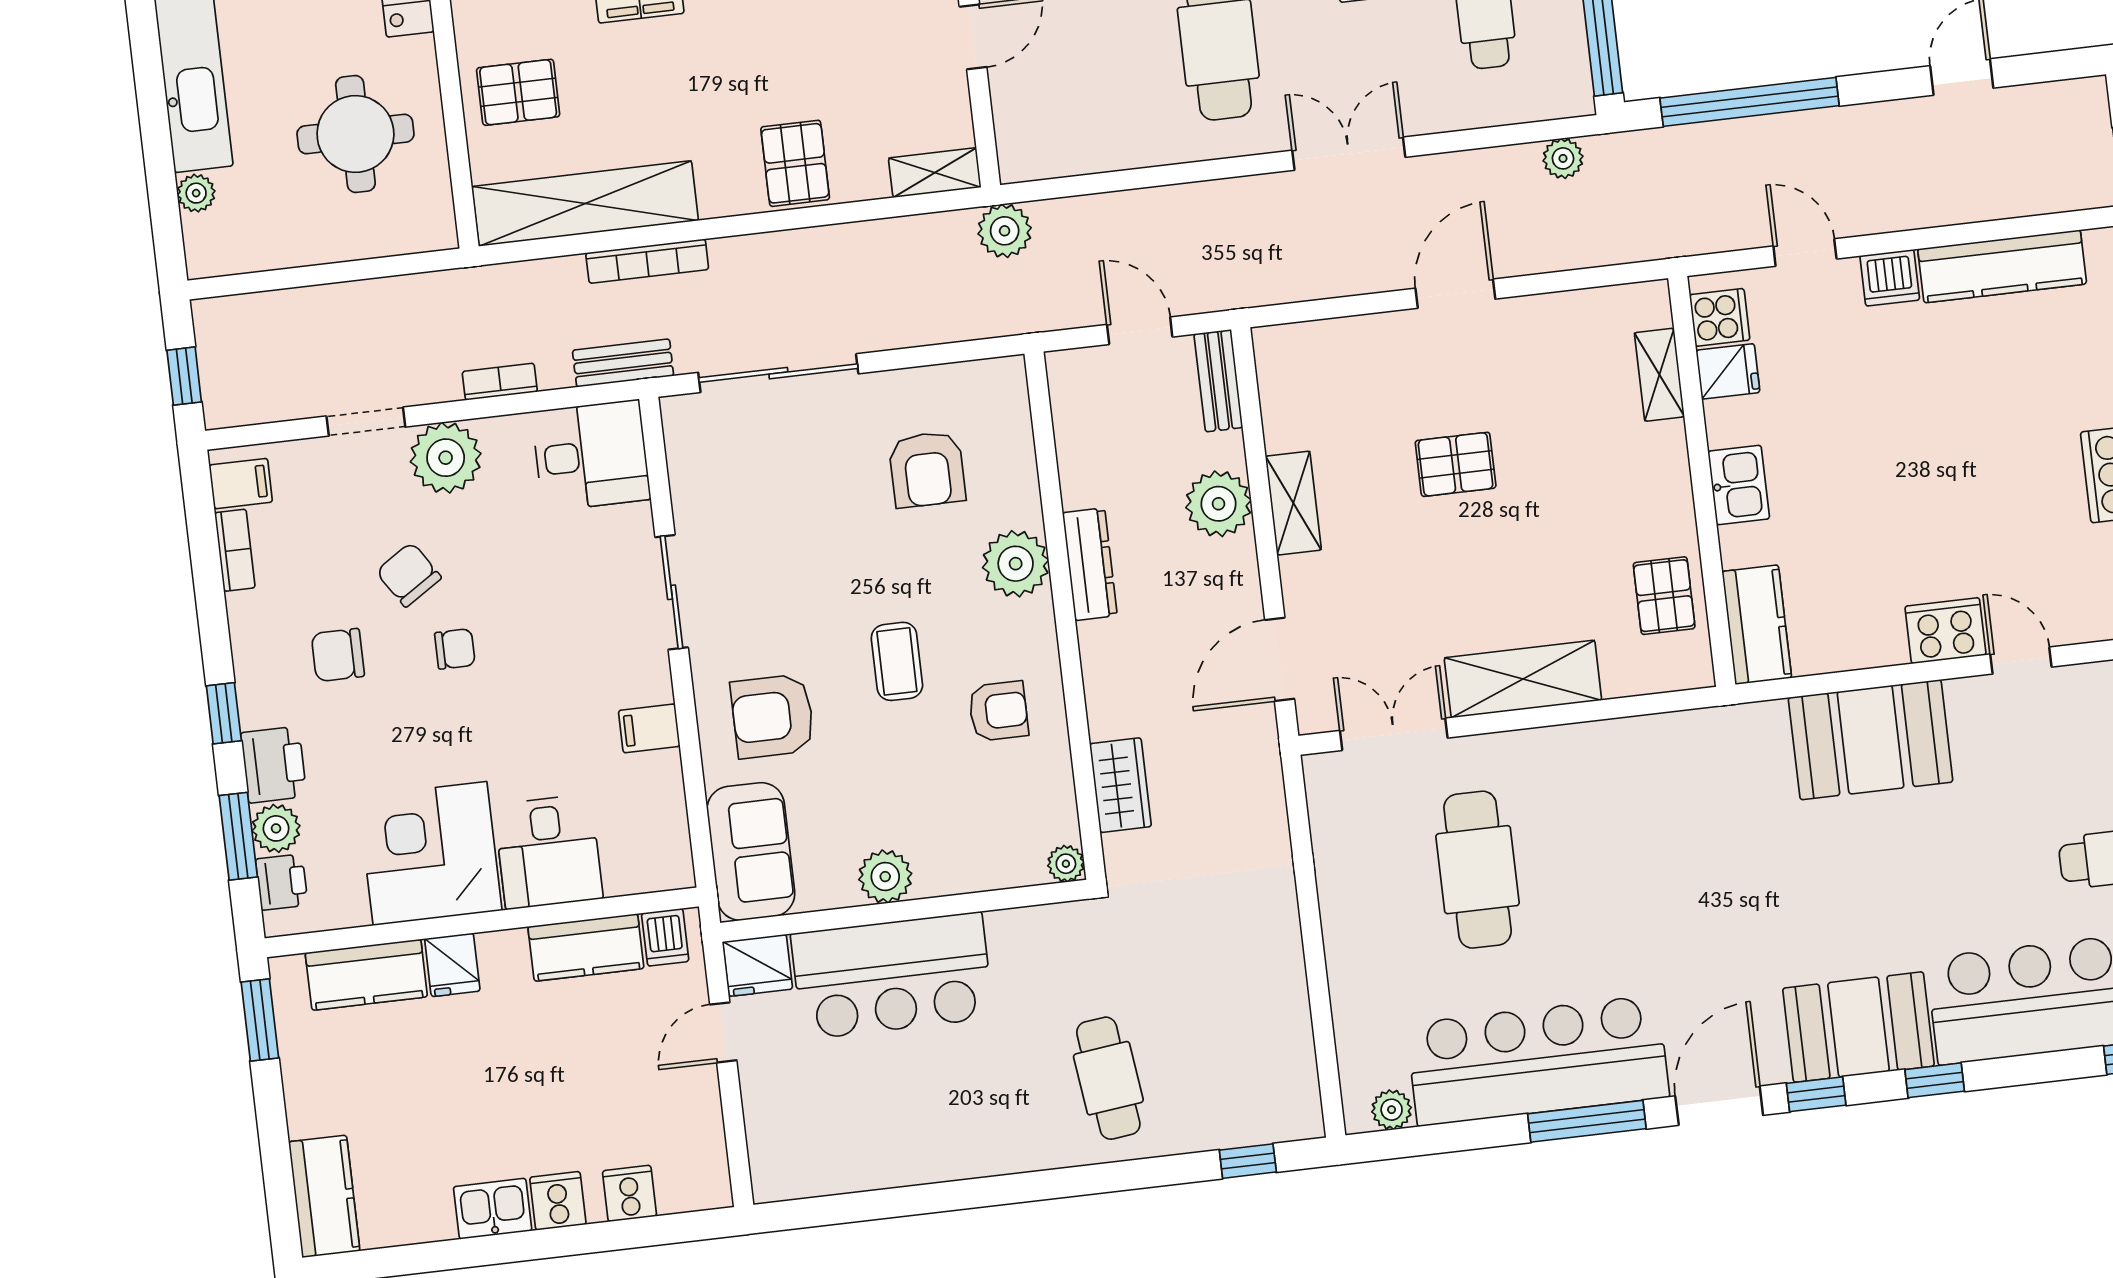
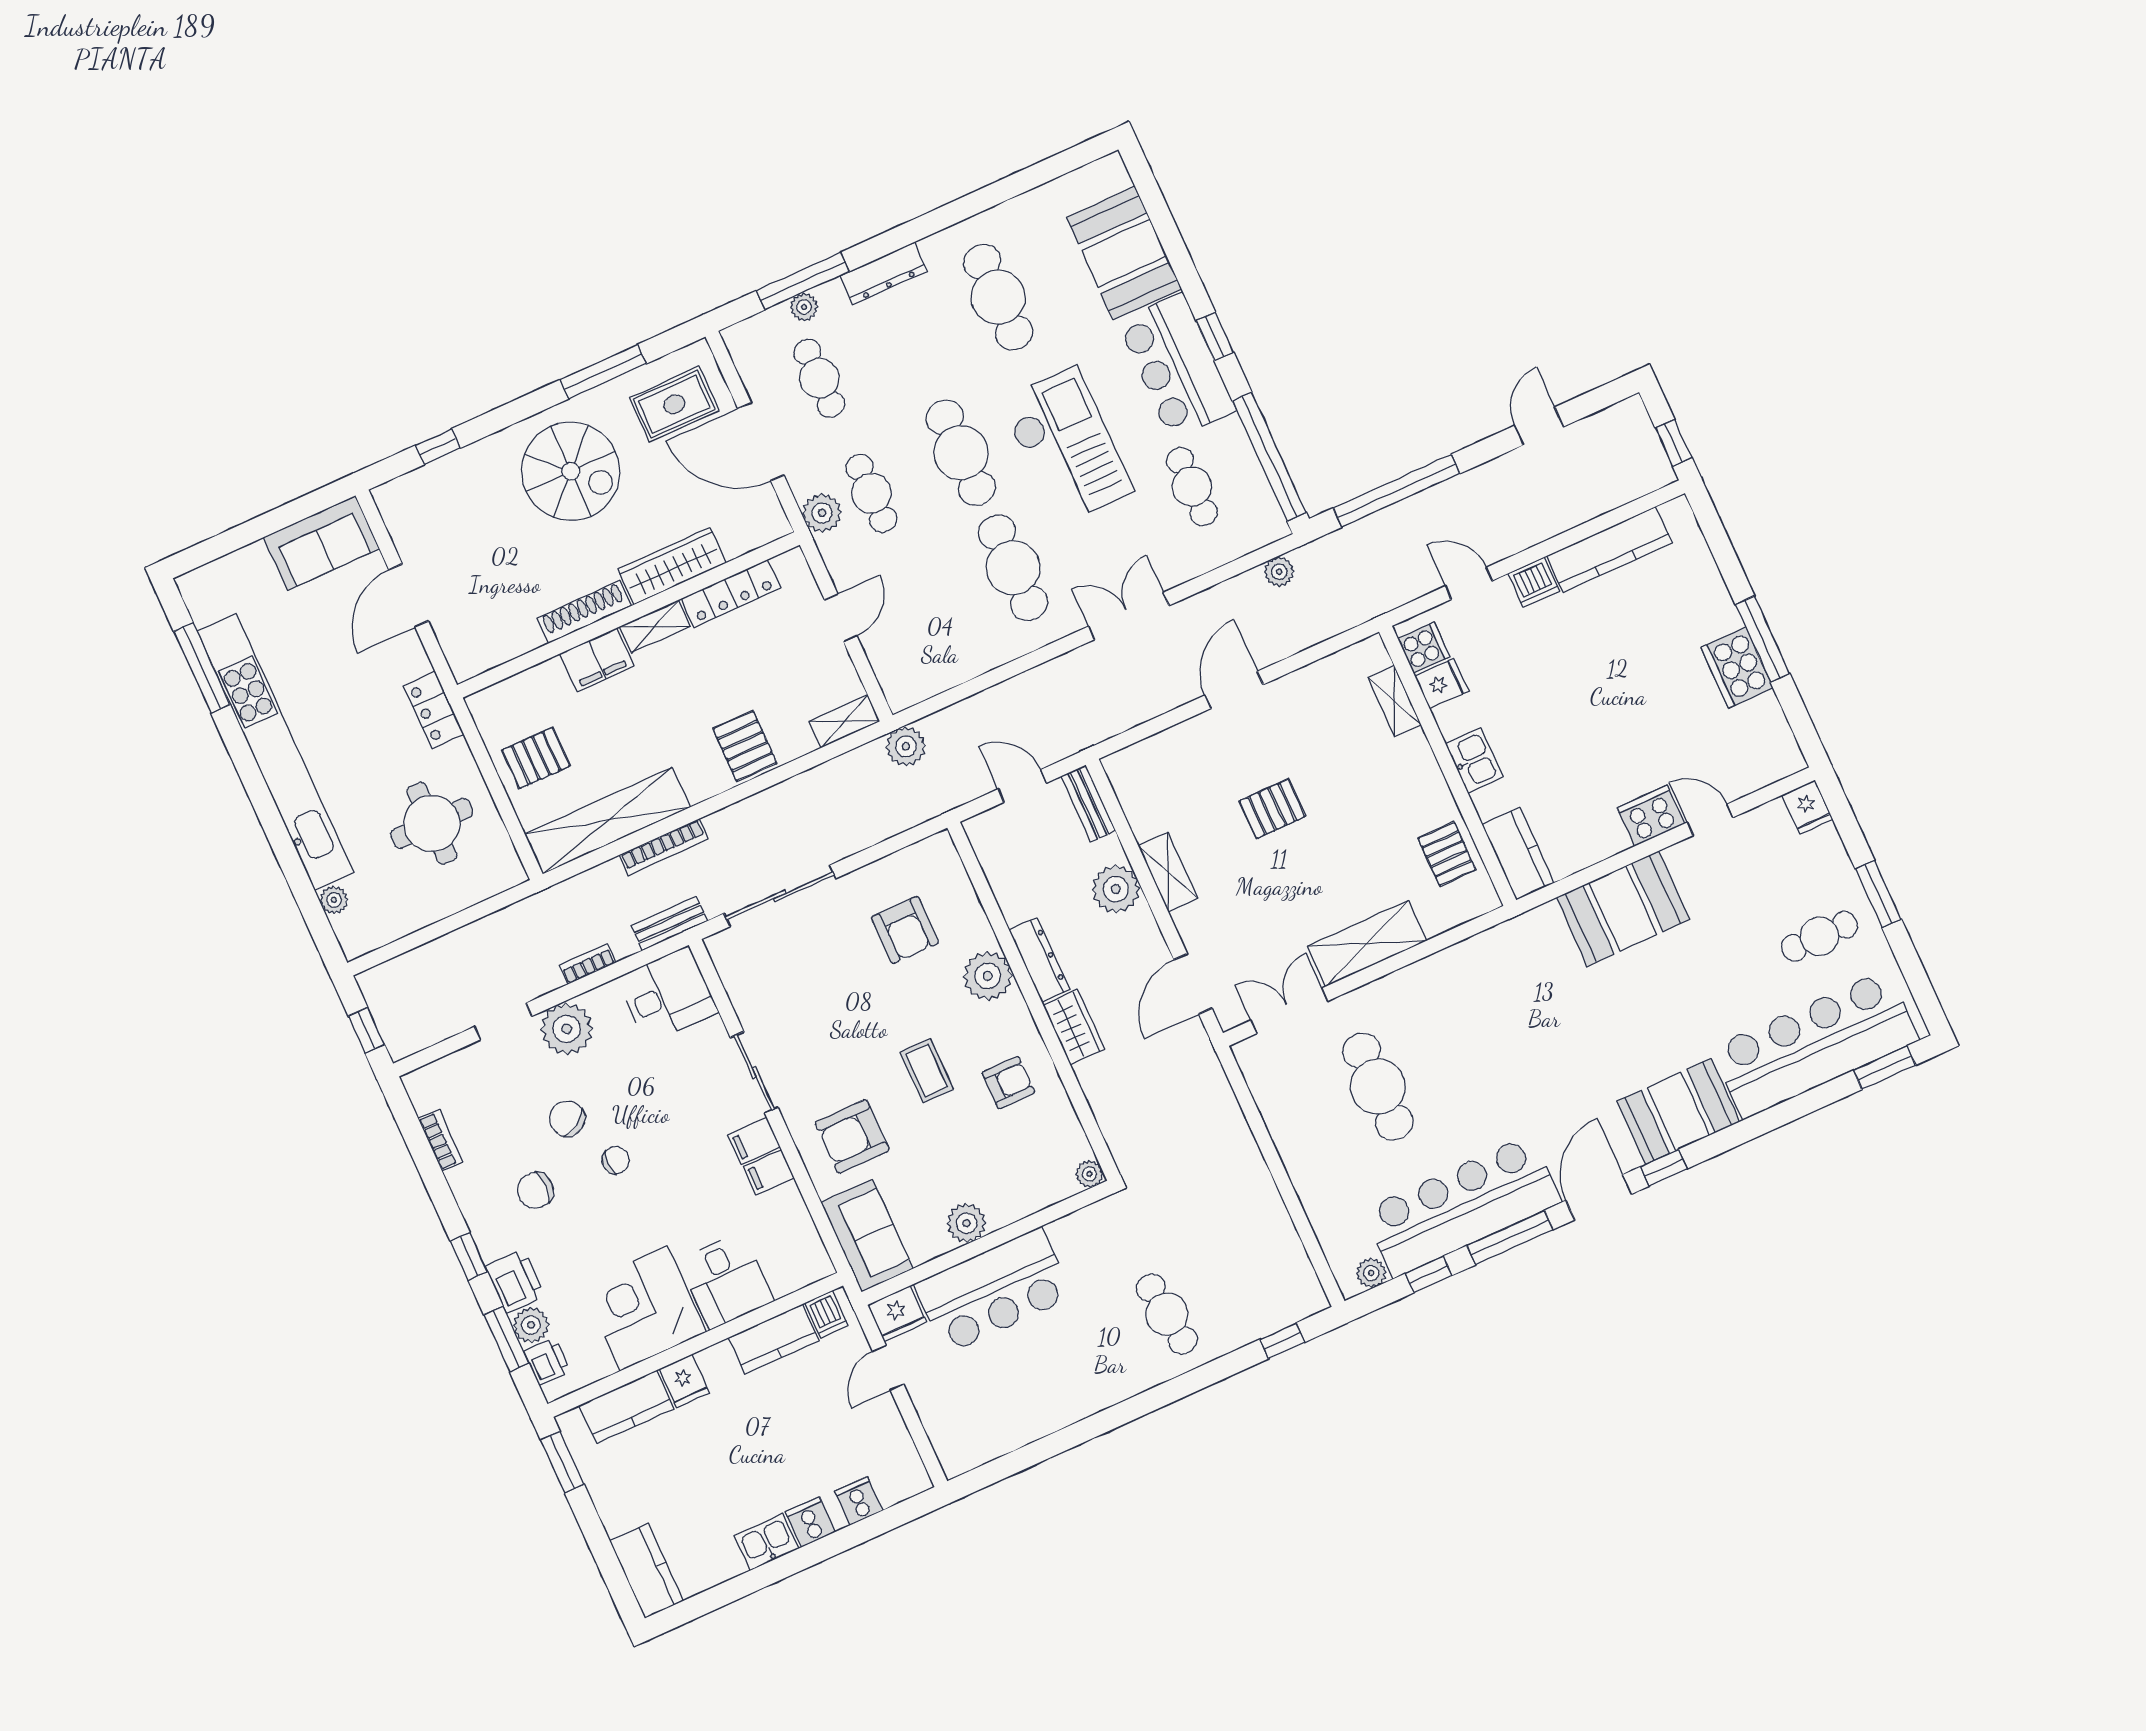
filing cabinet: (241, 484) -> (754, 1141), moved, turned 180
wardrobe: (1121, 785) -> (1074, 1027), moved
window: (1935, 1080) -> (1428, 1274), moved

